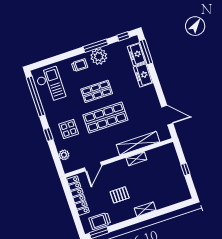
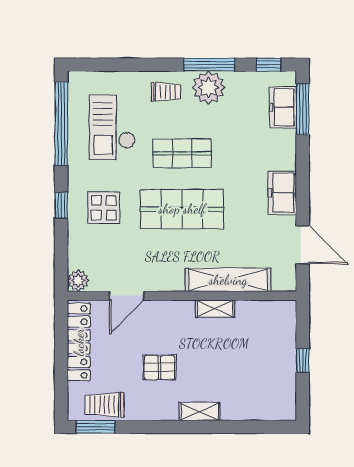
freezer: (143, 75) -> (282, 193), moved
checkout: (50, 85) -> (112, 127), moved, turned 180
plant: (64, 155) -> (78, 281), moved

